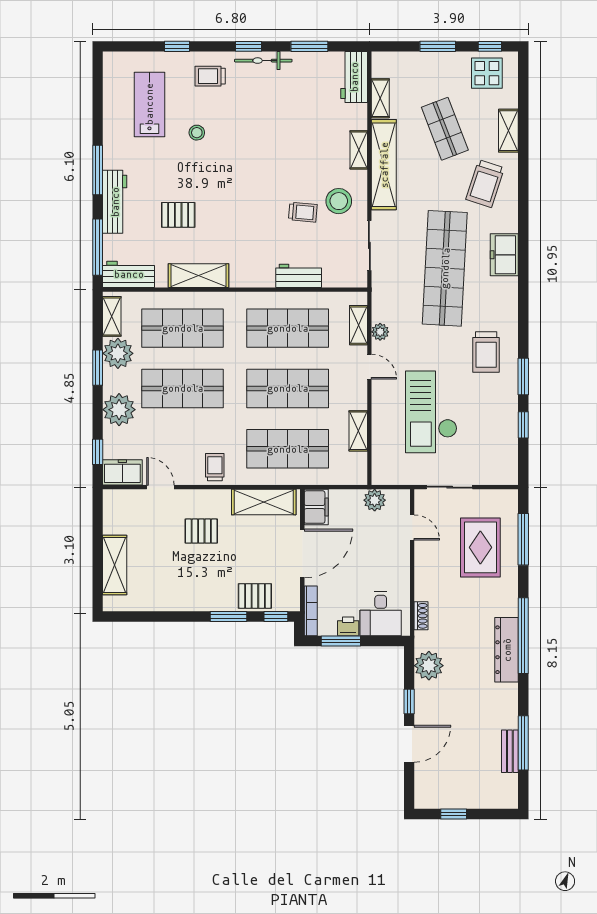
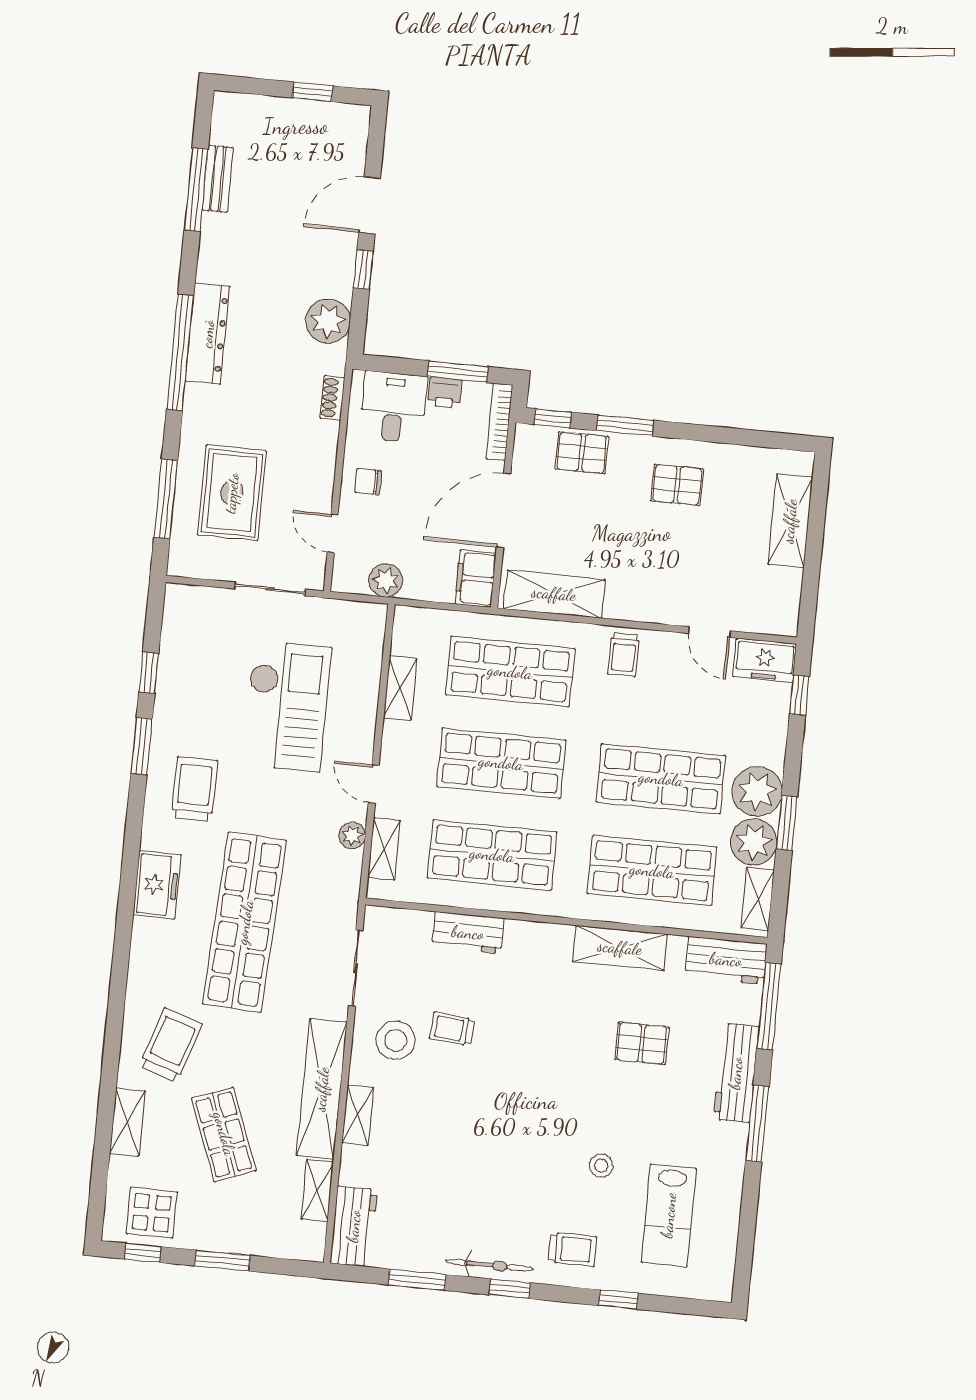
freezer: (504, 255) -> (157, 885), moved
plant: (119, 410) -> (757, 791), moved
pallet: (201, 531) -> (677, 485), moved
chair: (392, 563) -> (368, 482), added

